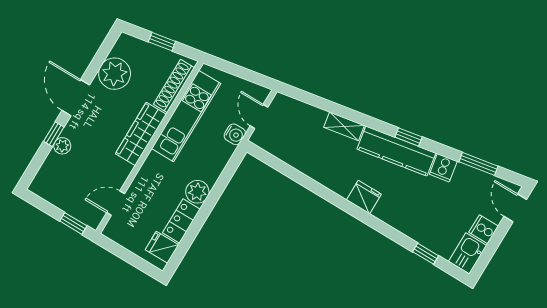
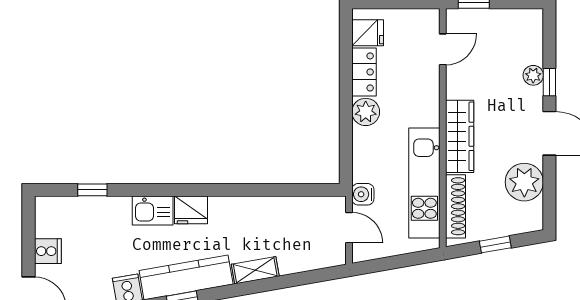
kitchen sink: (468, 253) -> (153, 211), moved, turned 90

